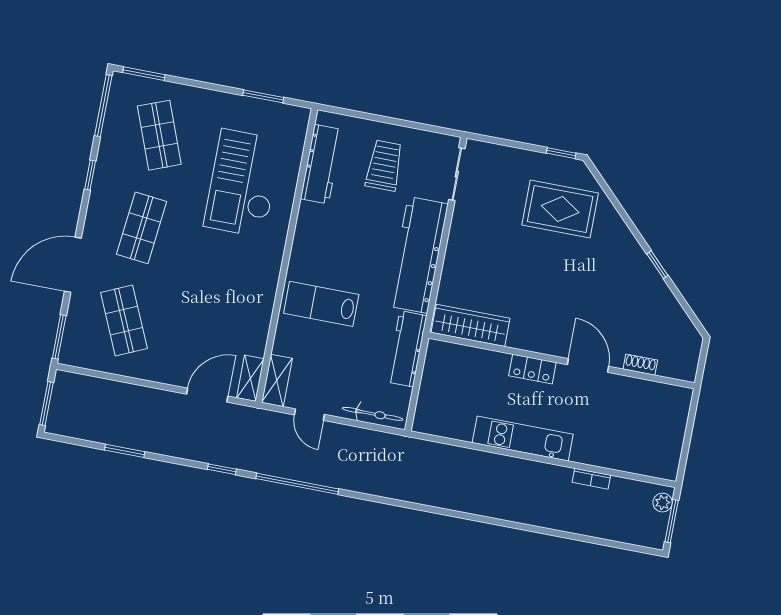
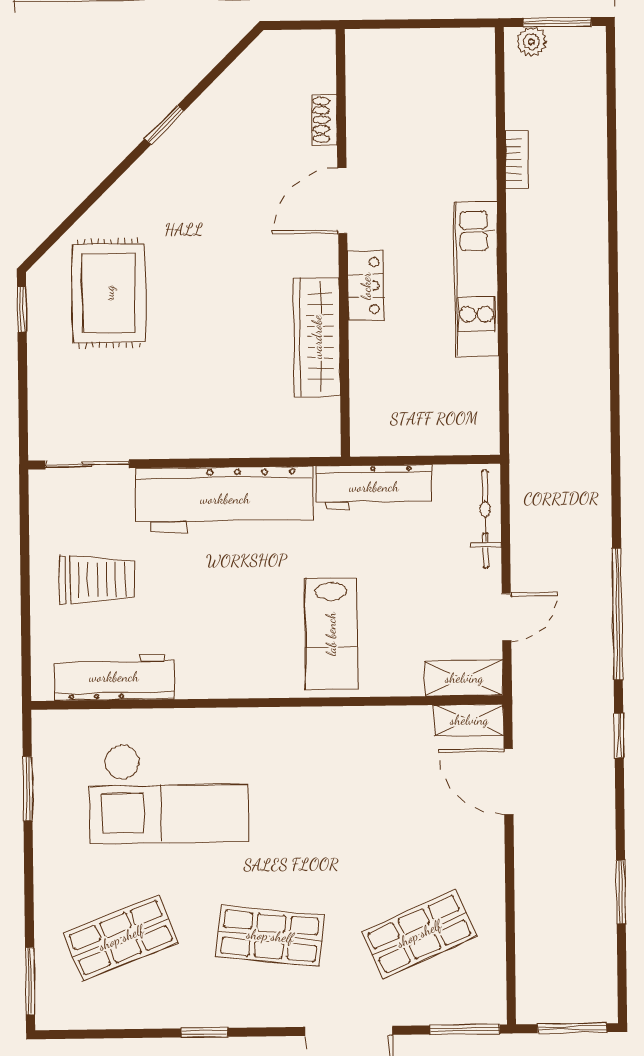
window: (103, 106) -> (93, 1034), removed
trolley: (384, 166) -> (97, 580), turned 180
wardrobe: (471, 325) -> (317, 337), moved

